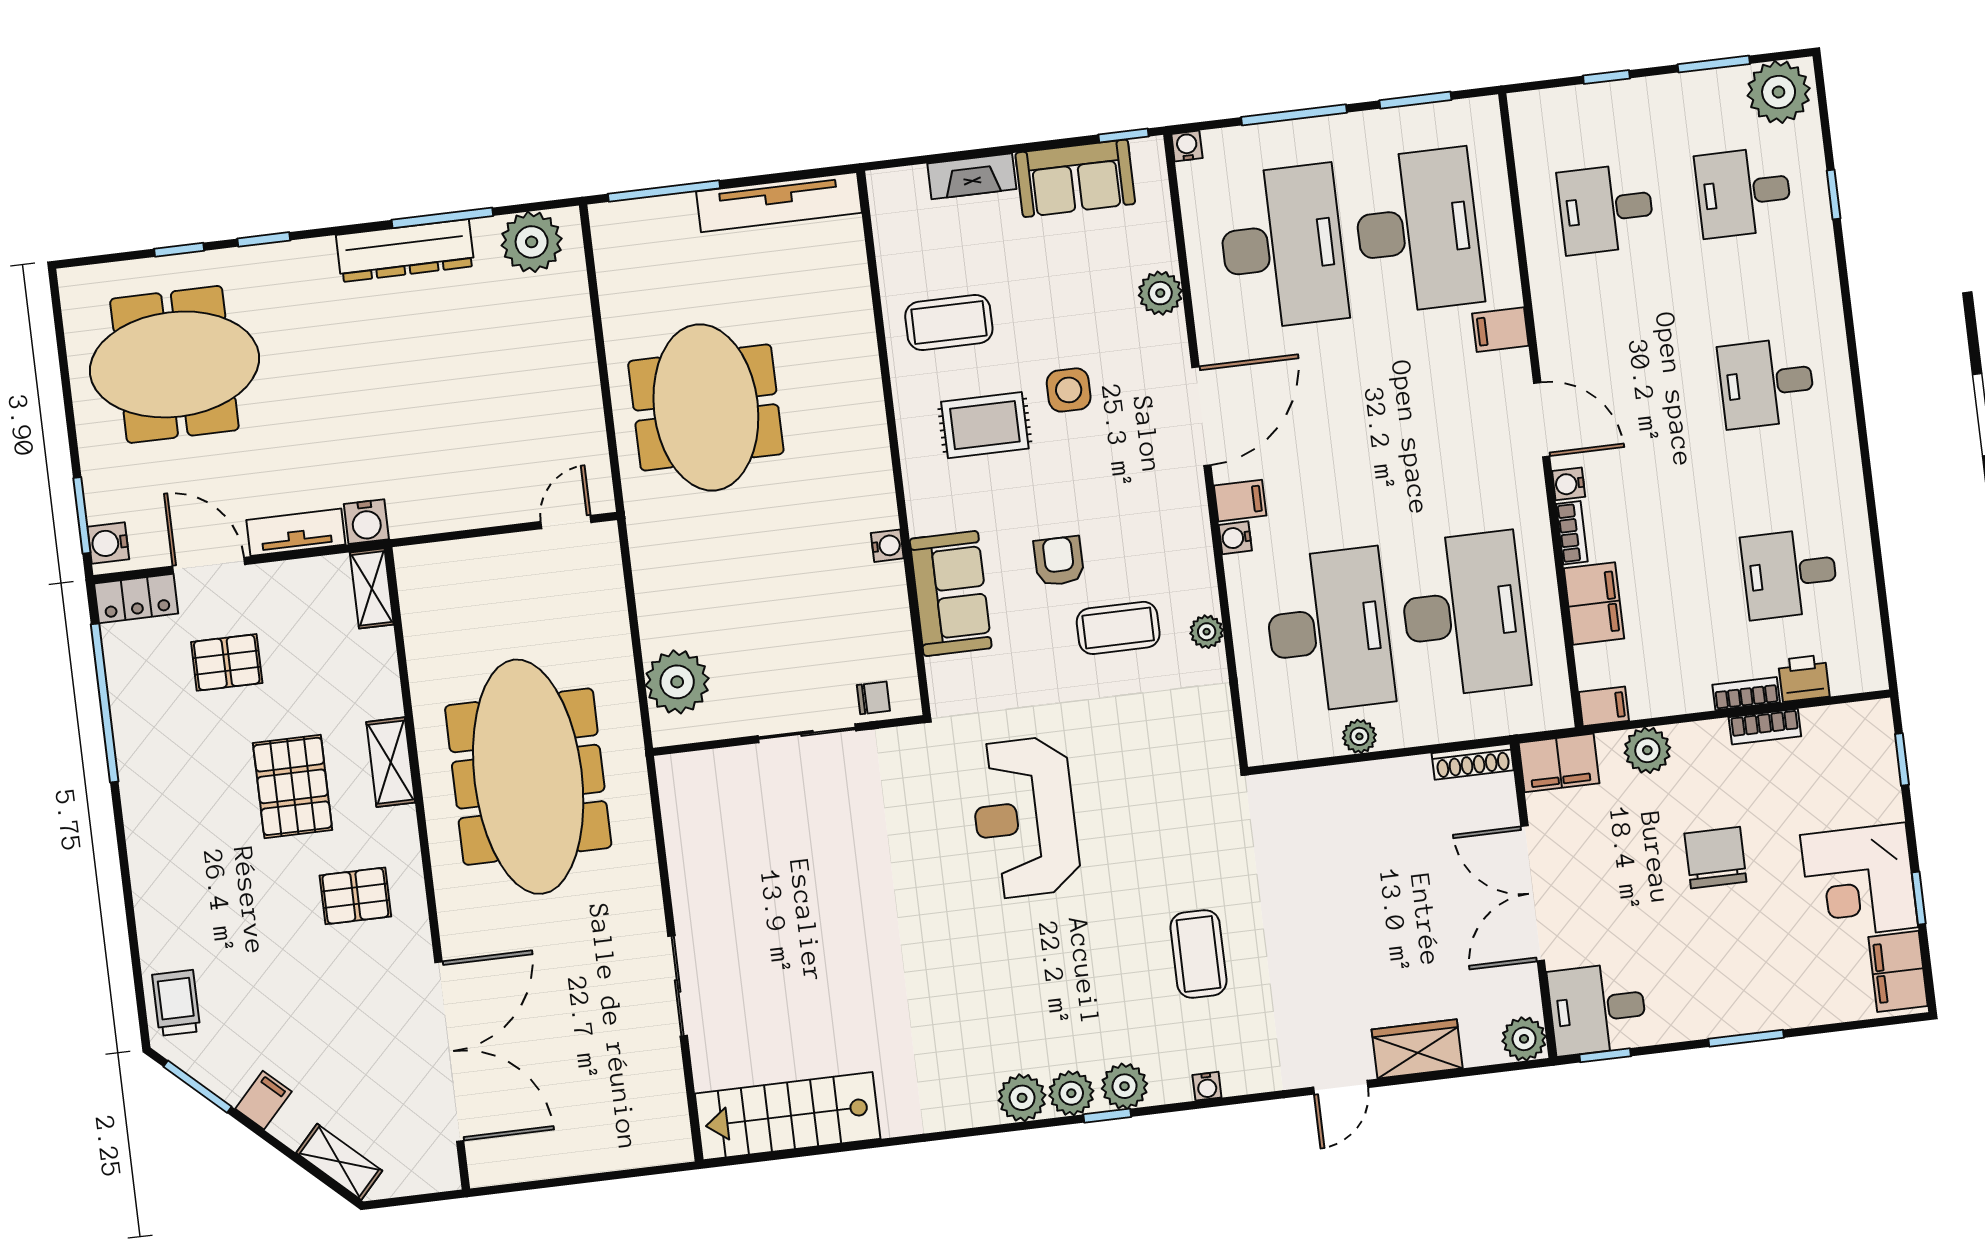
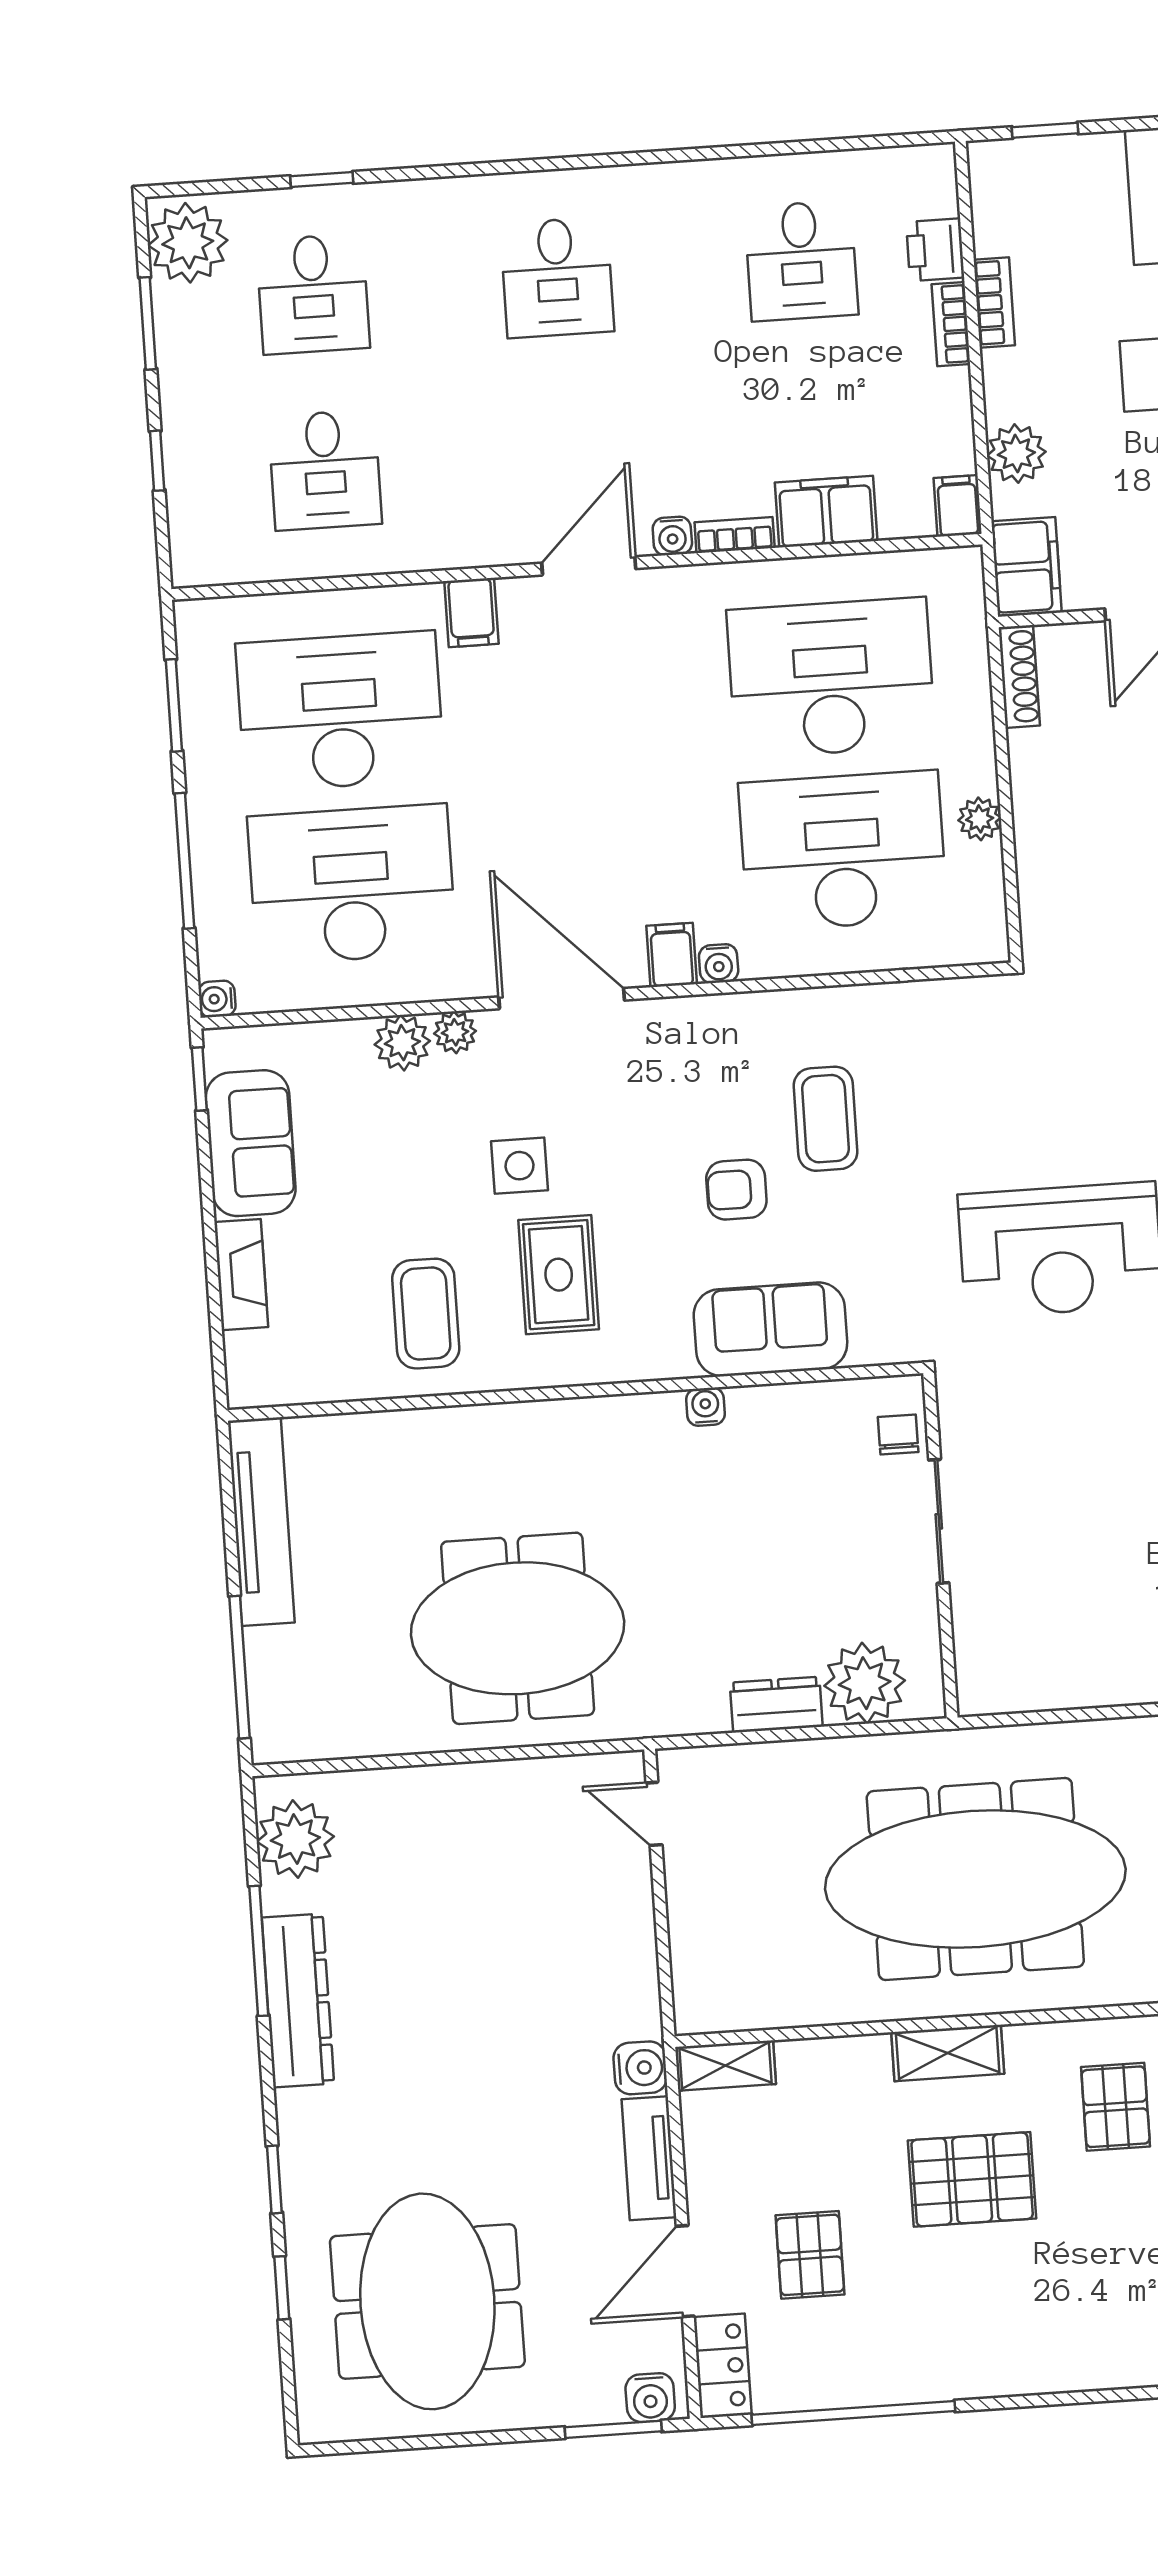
dresser: (657, 613) -> (776, 1705), added
plant: (1207, 632) -> (455, 1032), moved

